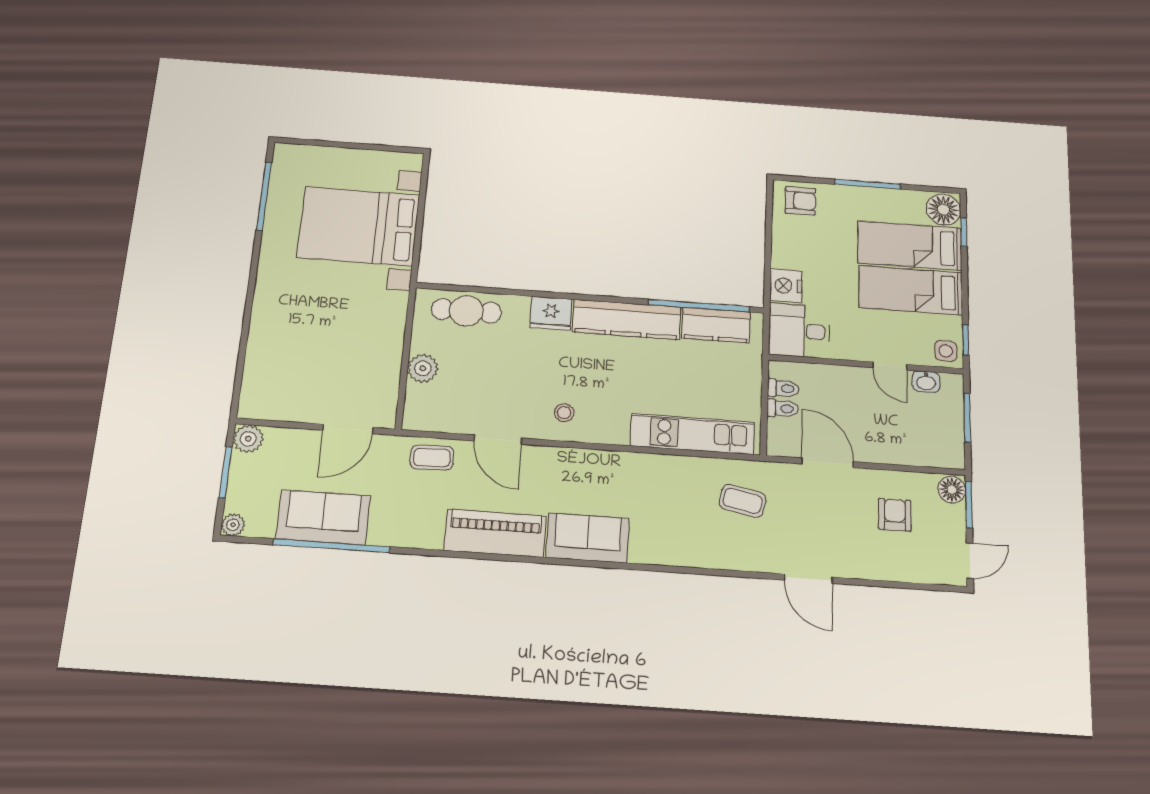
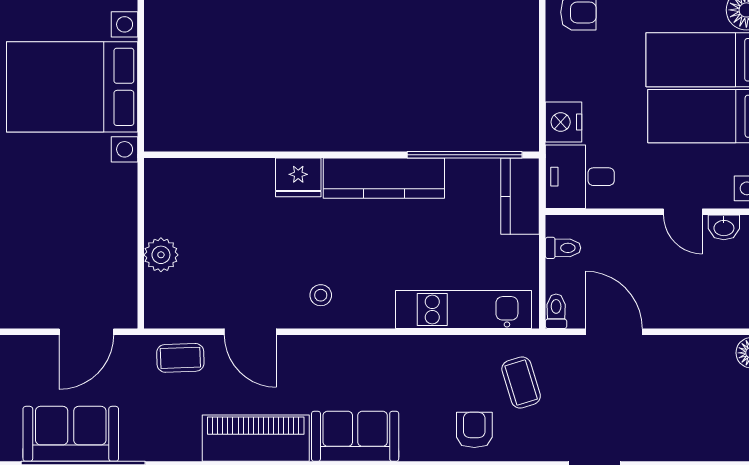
cafe table: (466, 311) -> (203, 182), removed
kitchen counter: (716, 325) -> (520, 196), moved, turned 90
toilet: (783, 409) -> (556, 311), moved, turned -90
coffee table: (743, 501) -> (521, 382), turned 61
armchair: (895, 515) -> (474, 430), moved

